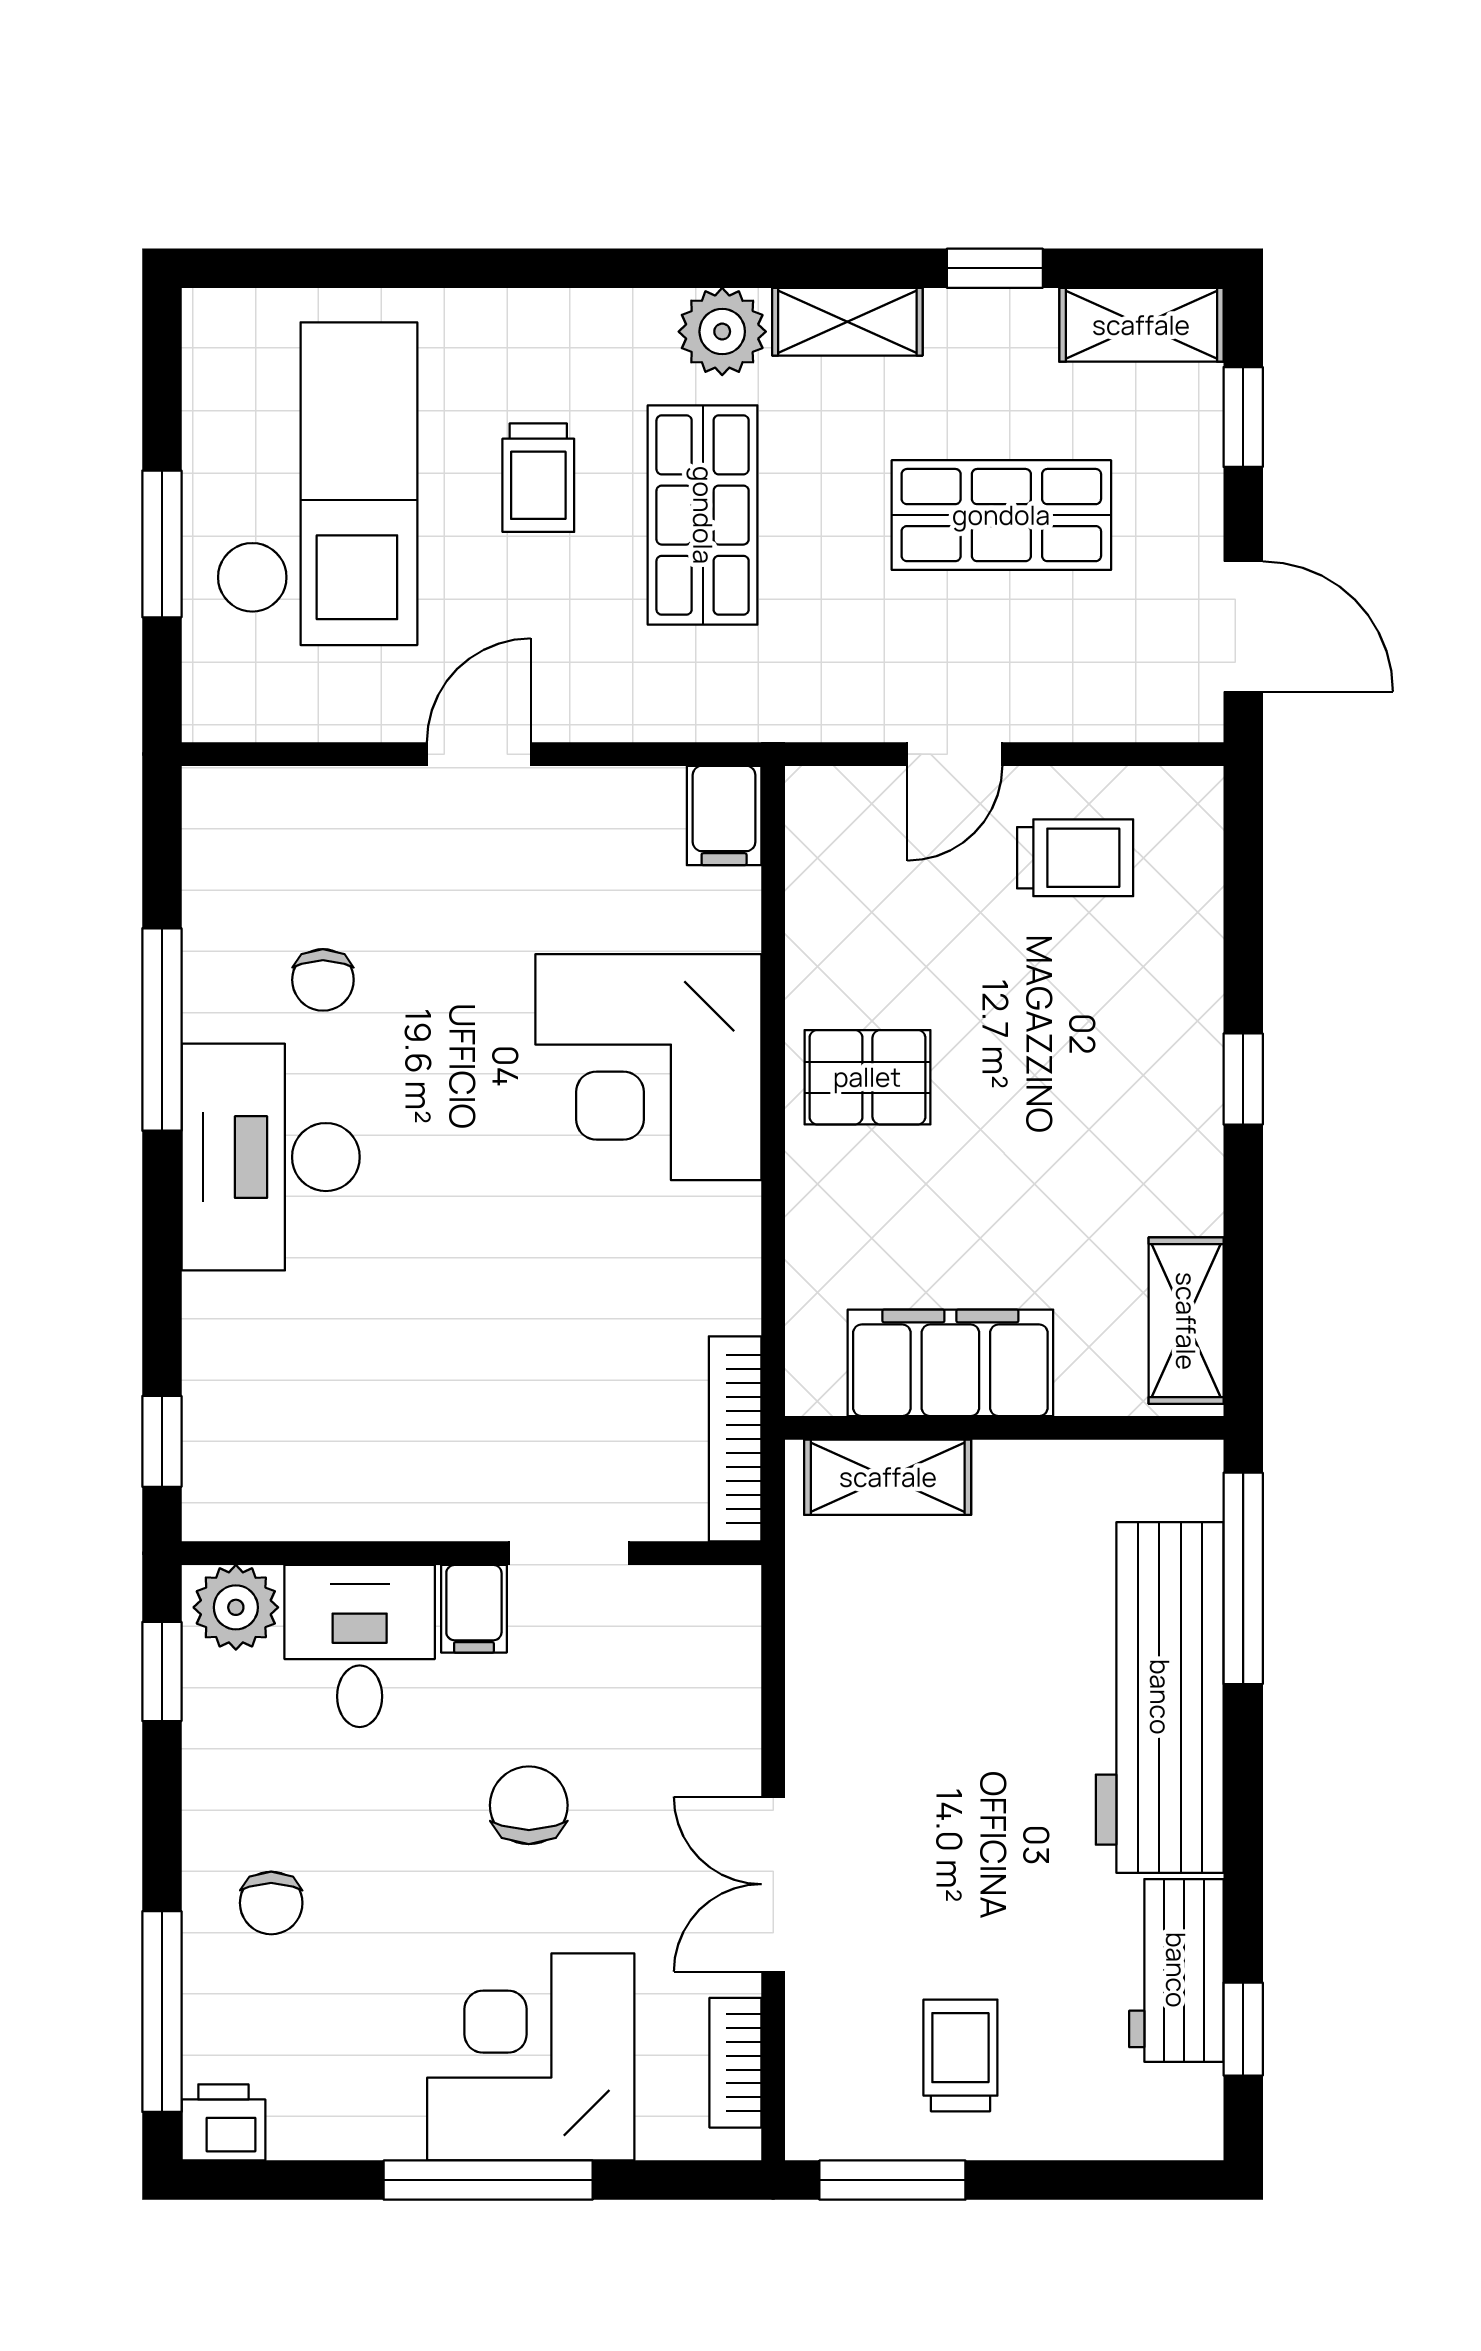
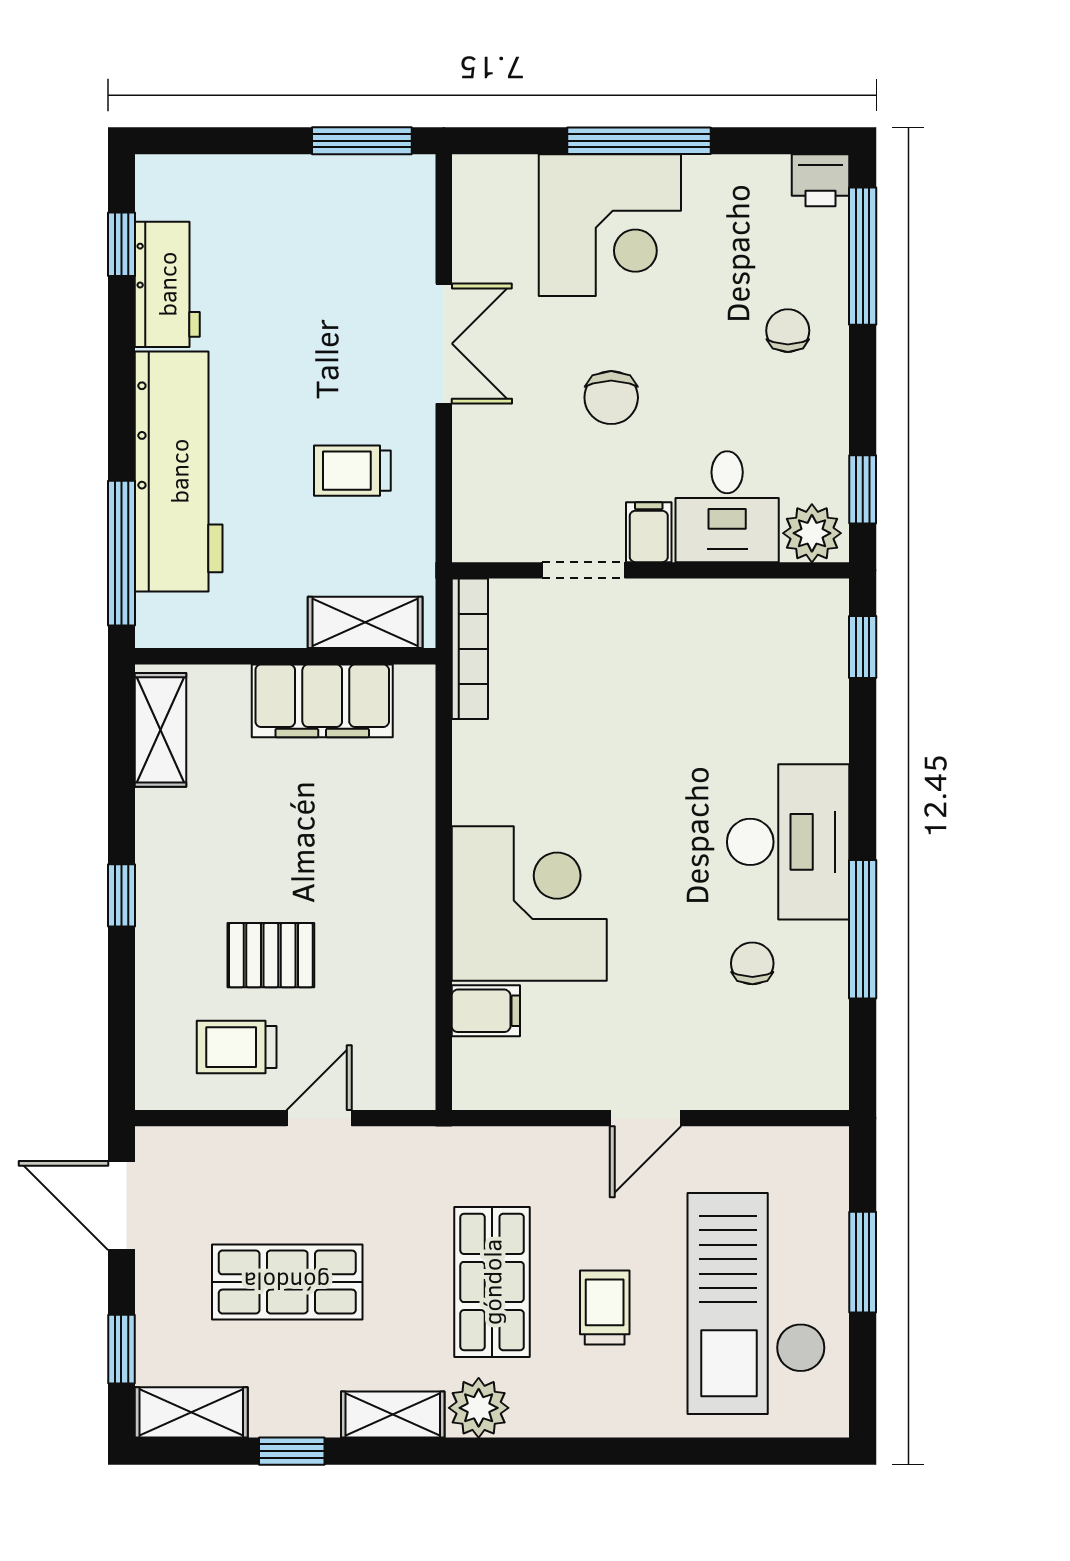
filing cabinet: (724, 815) -> (486, 1011), moved, turned 90
pallet: (867, 1077) -> (271, 955), moved
trolley: (960, 2055) -> (352, 471), moved, turned 90
bookcase: (735, 2063) -> (470, 221), removed

